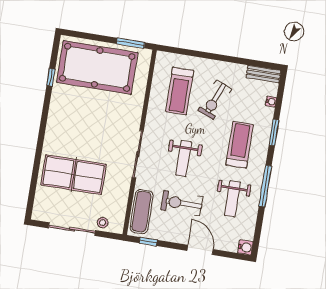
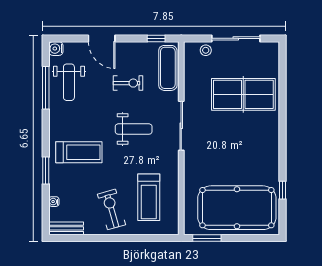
treadmill: (180, 91) -> (149, 197), turned 180
exercise bike: (215, 100) -> (111, 209), moved, turned -38
treadmill: (240, 145) -> (79, 152), turned -90
weight bench: (184, 159) -> (134, 129), turned 90
window: (265, 186) -> (46, 88), moved
weight bench: (232, 199) -> (69, 82), moved, turned 180
exercise bike: (182, 203) -> (128, 83), width x0.73, depth x0.72

